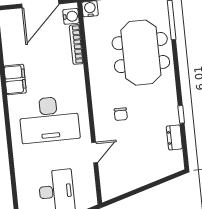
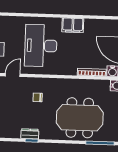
dresser: (174, 137) -> (30, 134), moved
door: (95, 153) -> (13, 75), swing flipped

